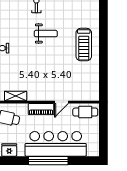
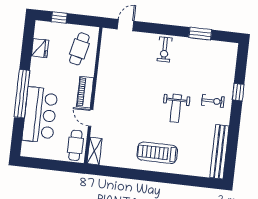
shelving: (16, 96) -> (94, 151), moved
bar counter: (56, 144) -> (40, 115), width x0.73

